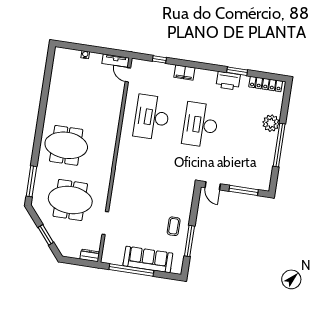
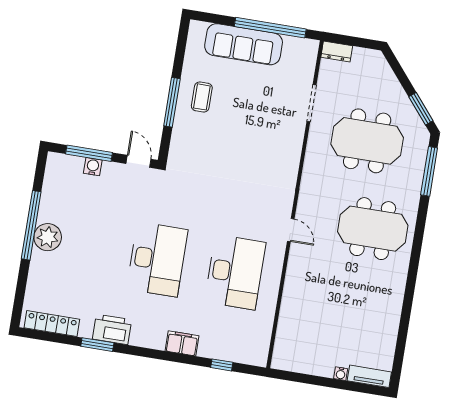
tv unit: (116, 61) -> (369, 376), moved
door: (128, 75) -> (291, 230), moved
plant: (271, 123) -> (48, 237), moved
water cooler: (241, 182) -> (93, 167), added
window: (46, 235) -> (421, 109), moved
window: (189, 241) -> (172, 102), moved

